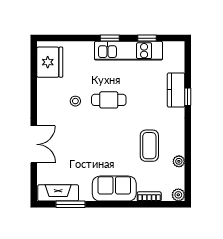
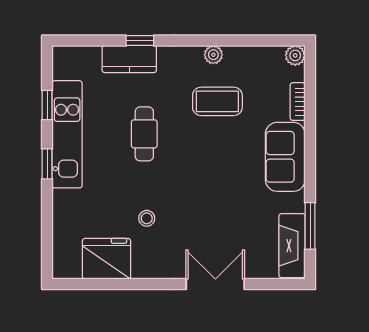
fridge: (50, 62) -> (106, 259), moved
cafe table: (109, 100) -> (144, 134), moved
plant: (179, 161) -> (213, 55), moved

